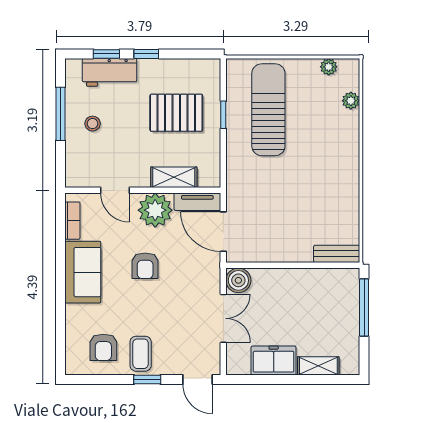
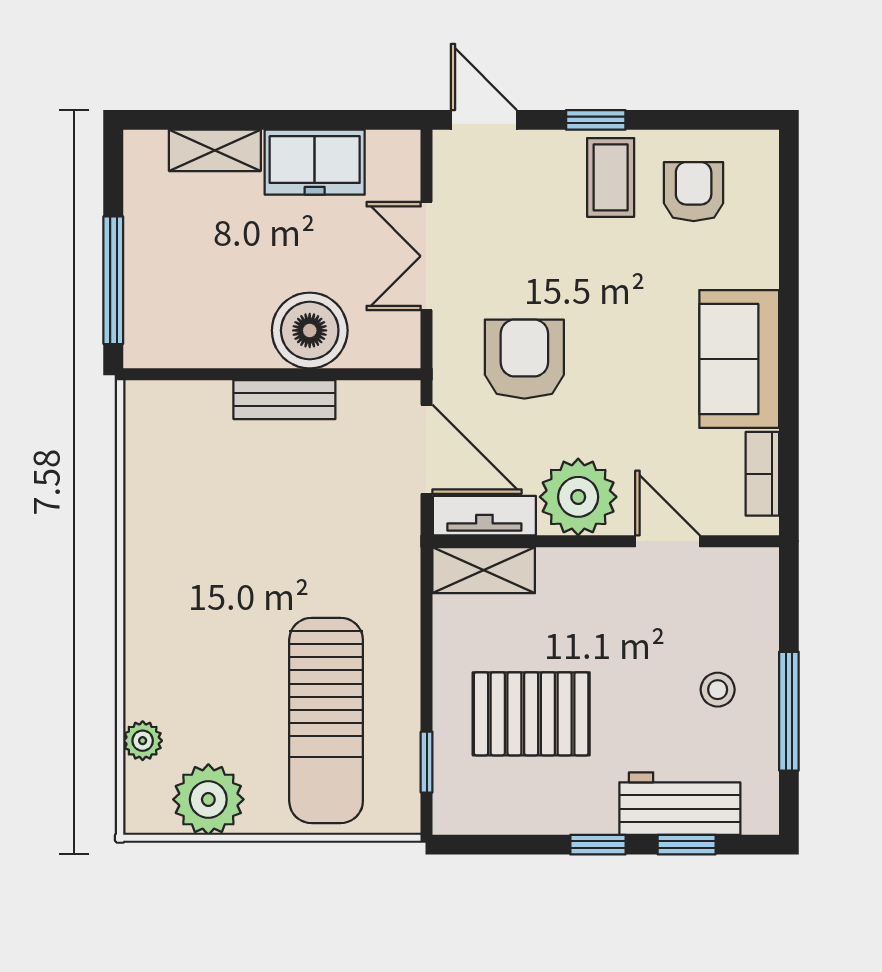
plant: (329, 67) -> (208, 799), width x1.88, depth x1.88
window: (223, 115) -> (427, 762), moved
shelving: (174, 177) -> (484, 570), moved
bench: (337, 254) -> (284, 400), moved
armchair: (145, 266) -> (524, 359), moved, width x1.38, depth x1.38
boiler: (238, 280) -> (310, 330), moved, width x1.37, depth x1.37

